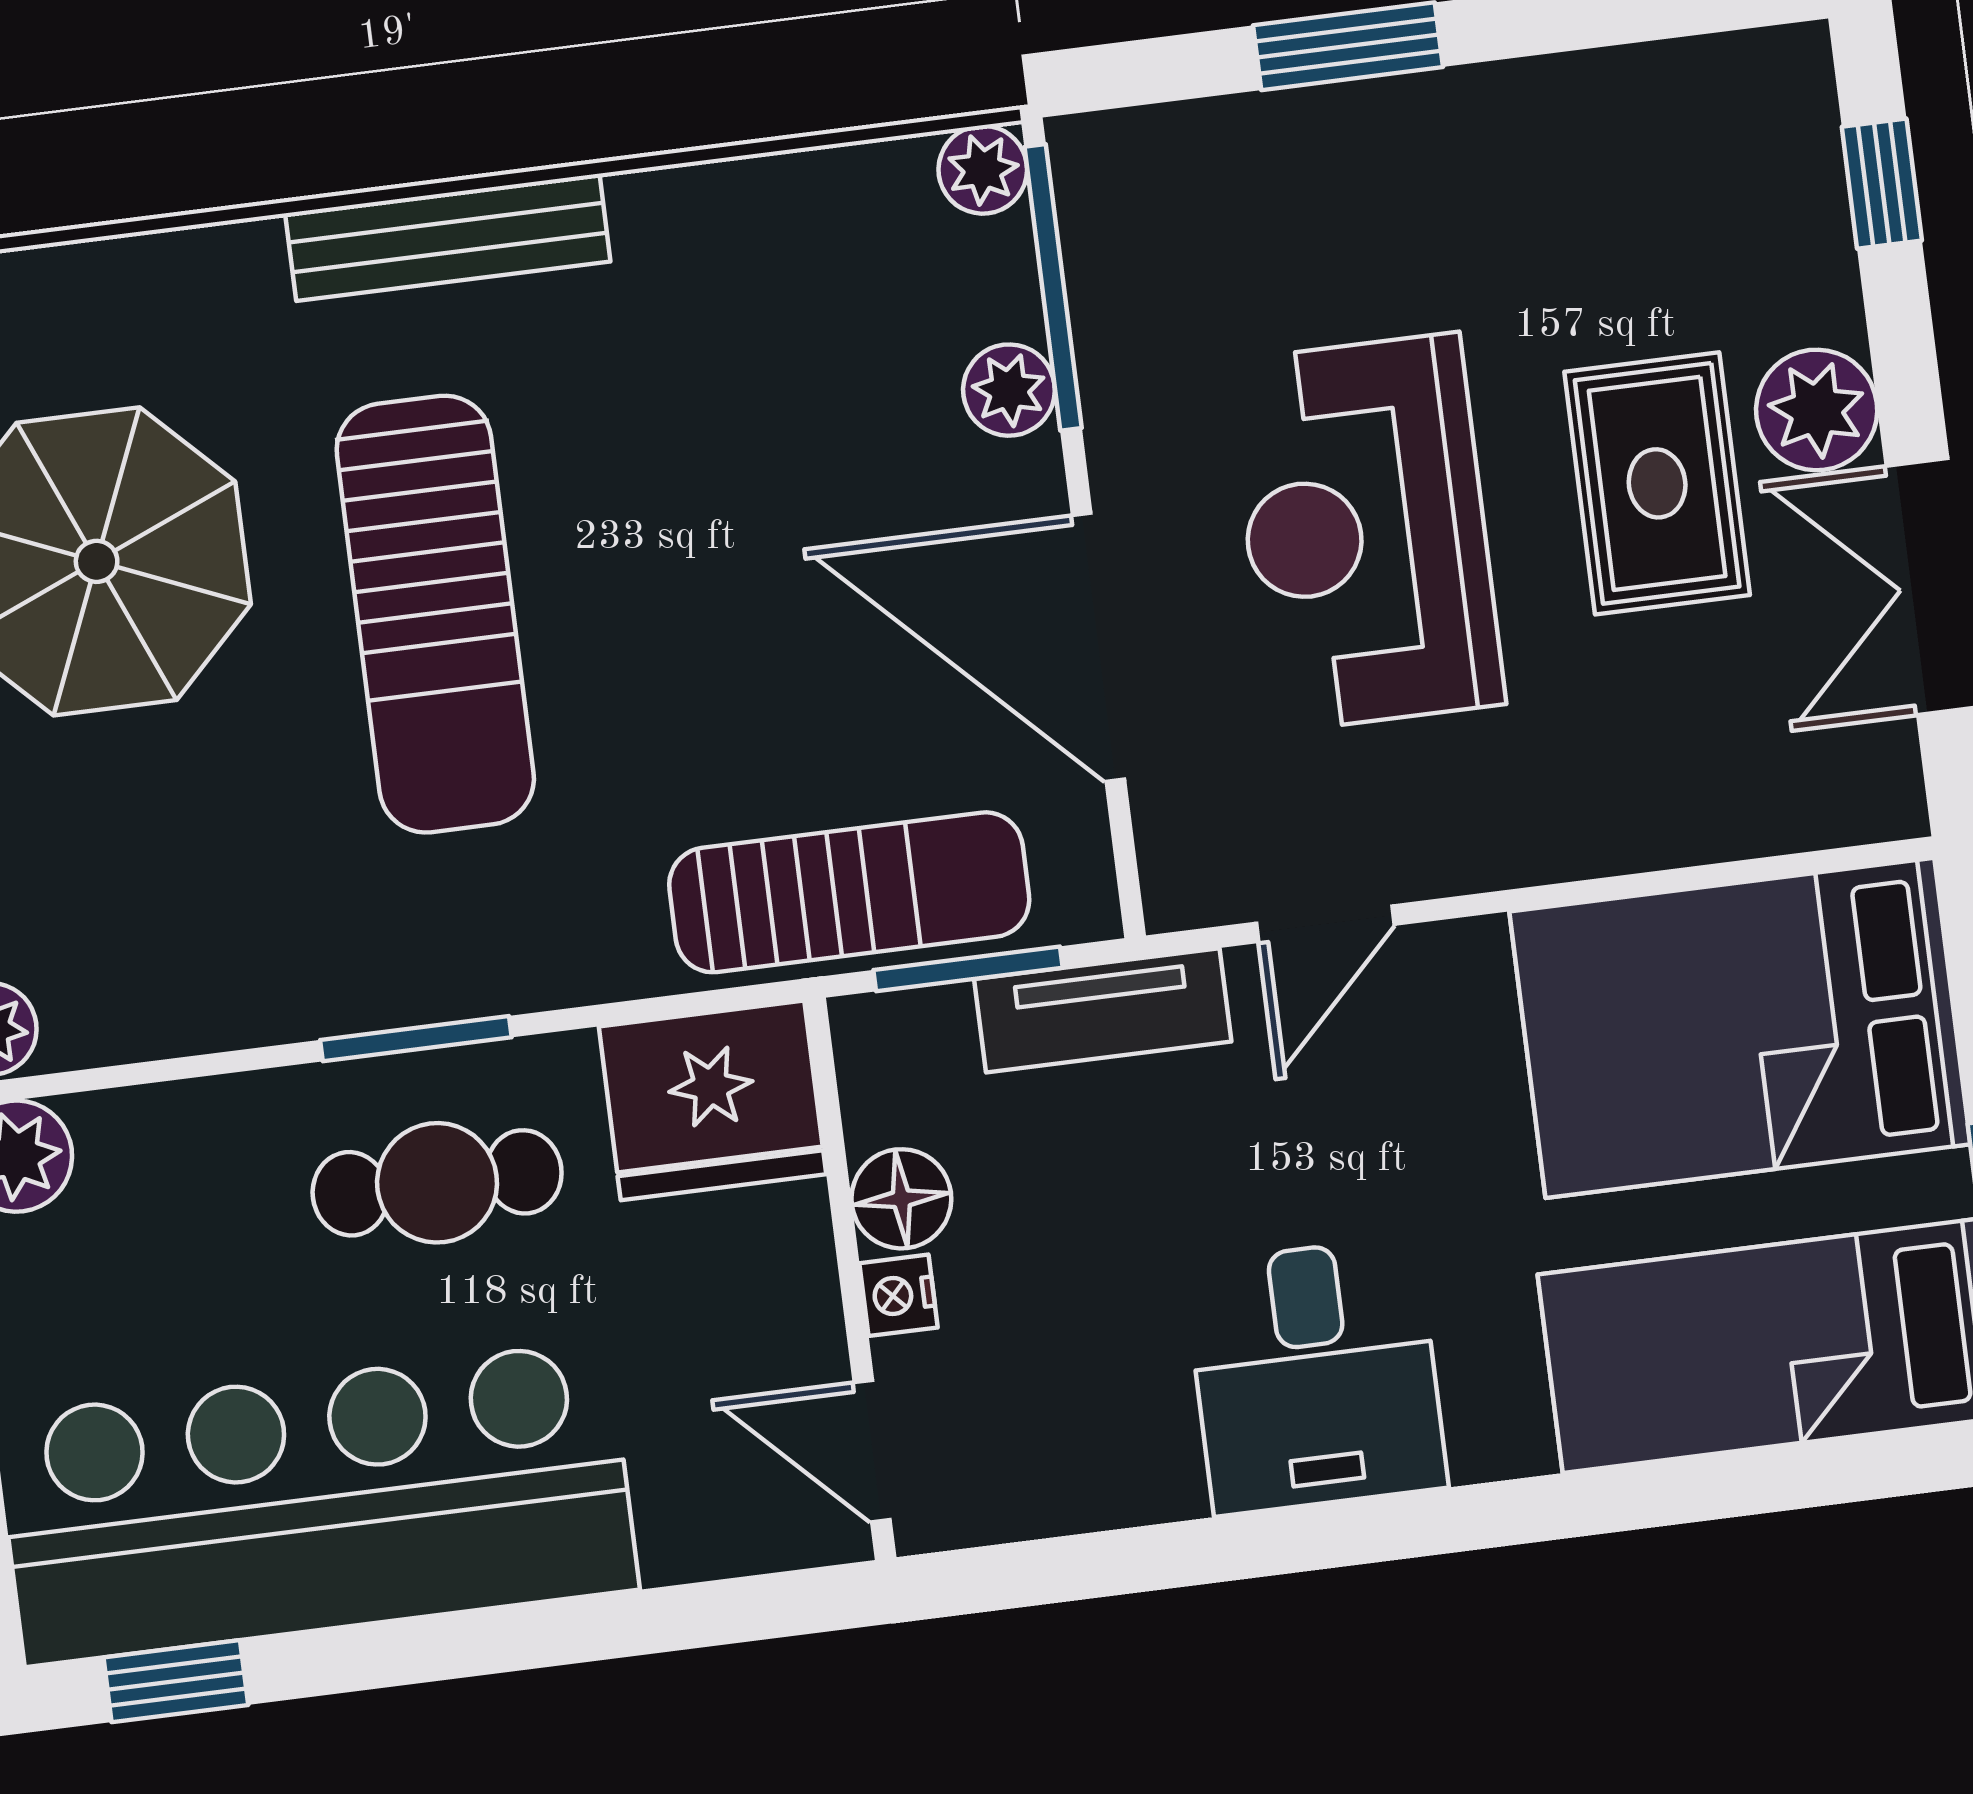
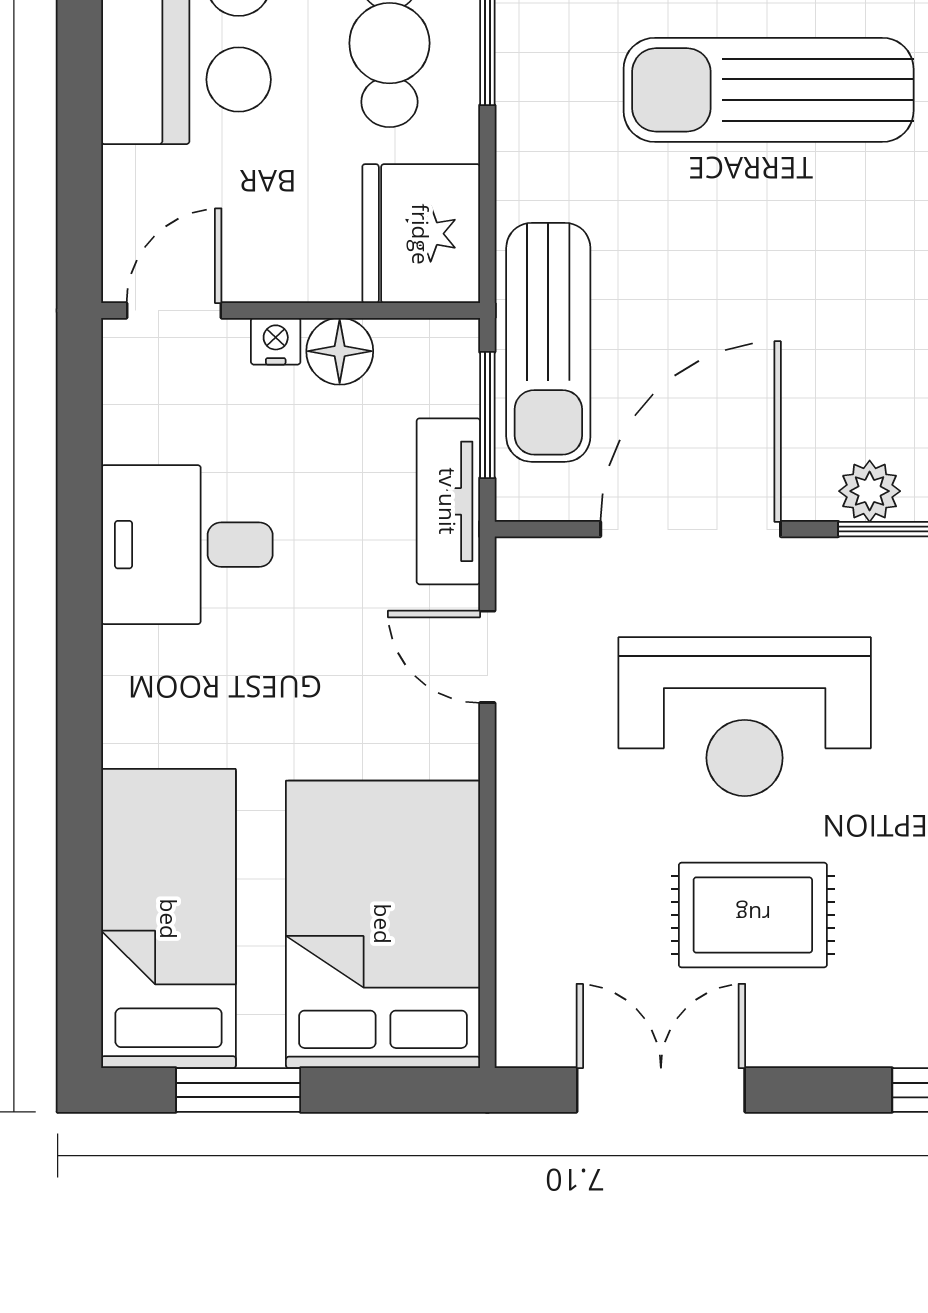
plant: (1817, 410) -> (788, 1028), removed
reception desk: (1366, 533) -> (745, 717), turned 180
desk: (1316, 1376) -> (187, 545), moved

